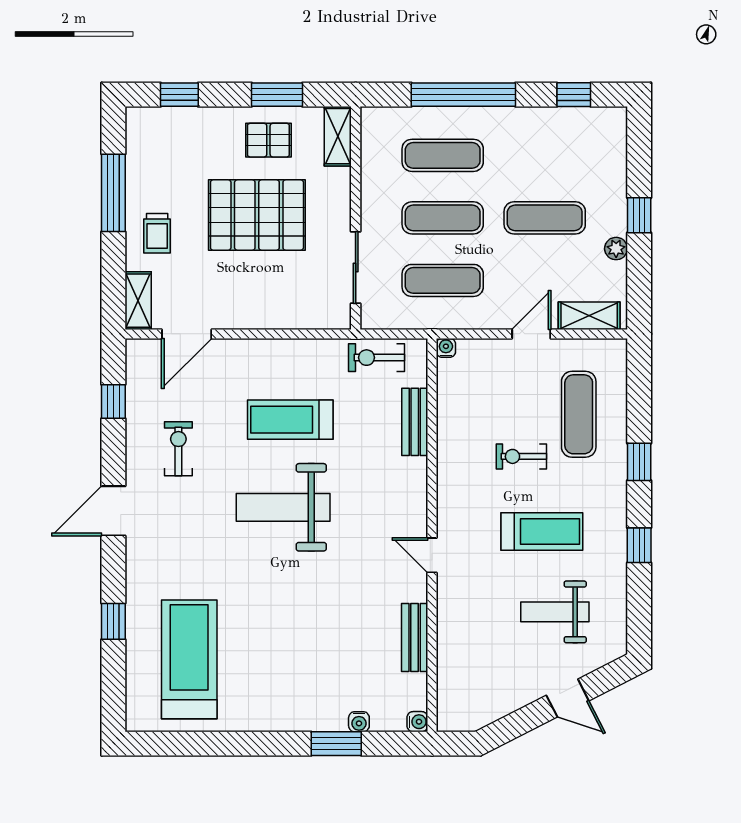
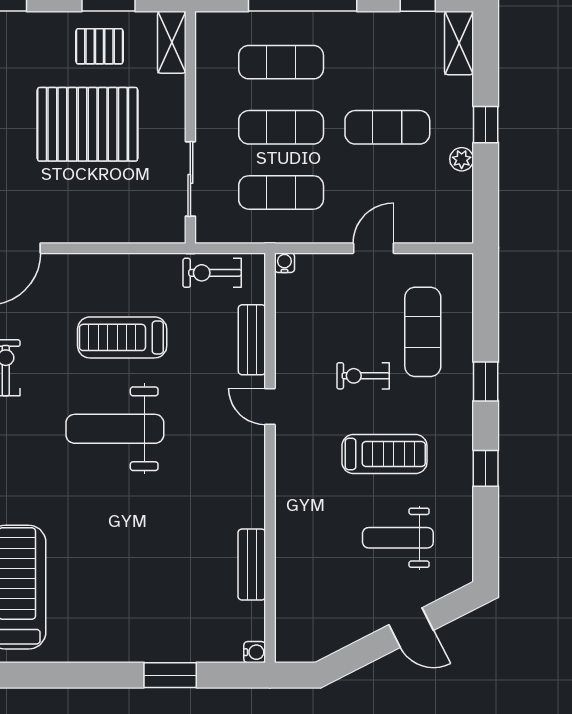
shelving: (589, 316) -> (459, 43), moved, turned 90
door: (432, 555) -> (270, 406), moved
water cooler: (359, 722) -> (194, 652), removed

